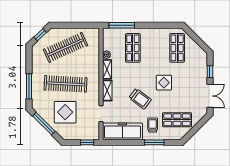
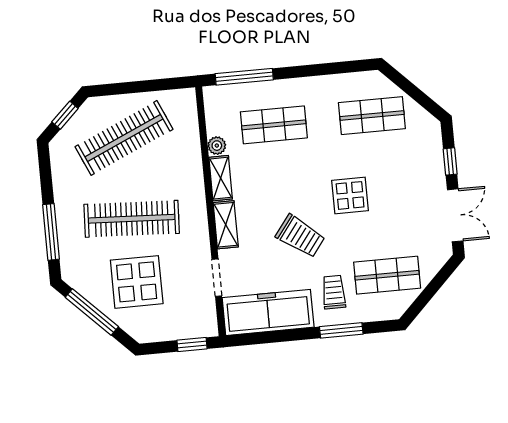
shop shelf: (133, 48) -> (274, 125), turned 90
shop shelf: (177, 48) -> (372, 116), turned 90

